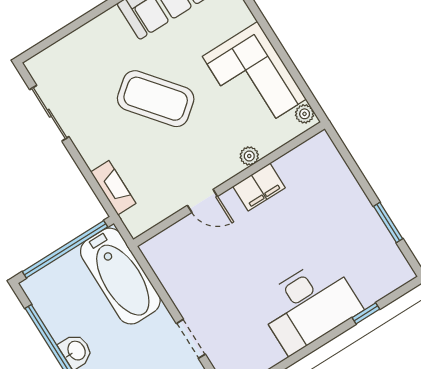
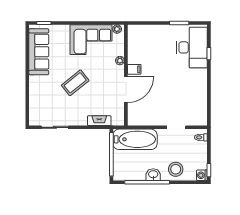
coffee table: (156, 99) -> (75, 83), width x0.73, depth x0.76
filing cabinet: (259, 187) -> (134, 69), width x0.50
door: (202, 201) -> (126, 89), width x1.88
desk: (309, 305) -> (192, 47), moved

